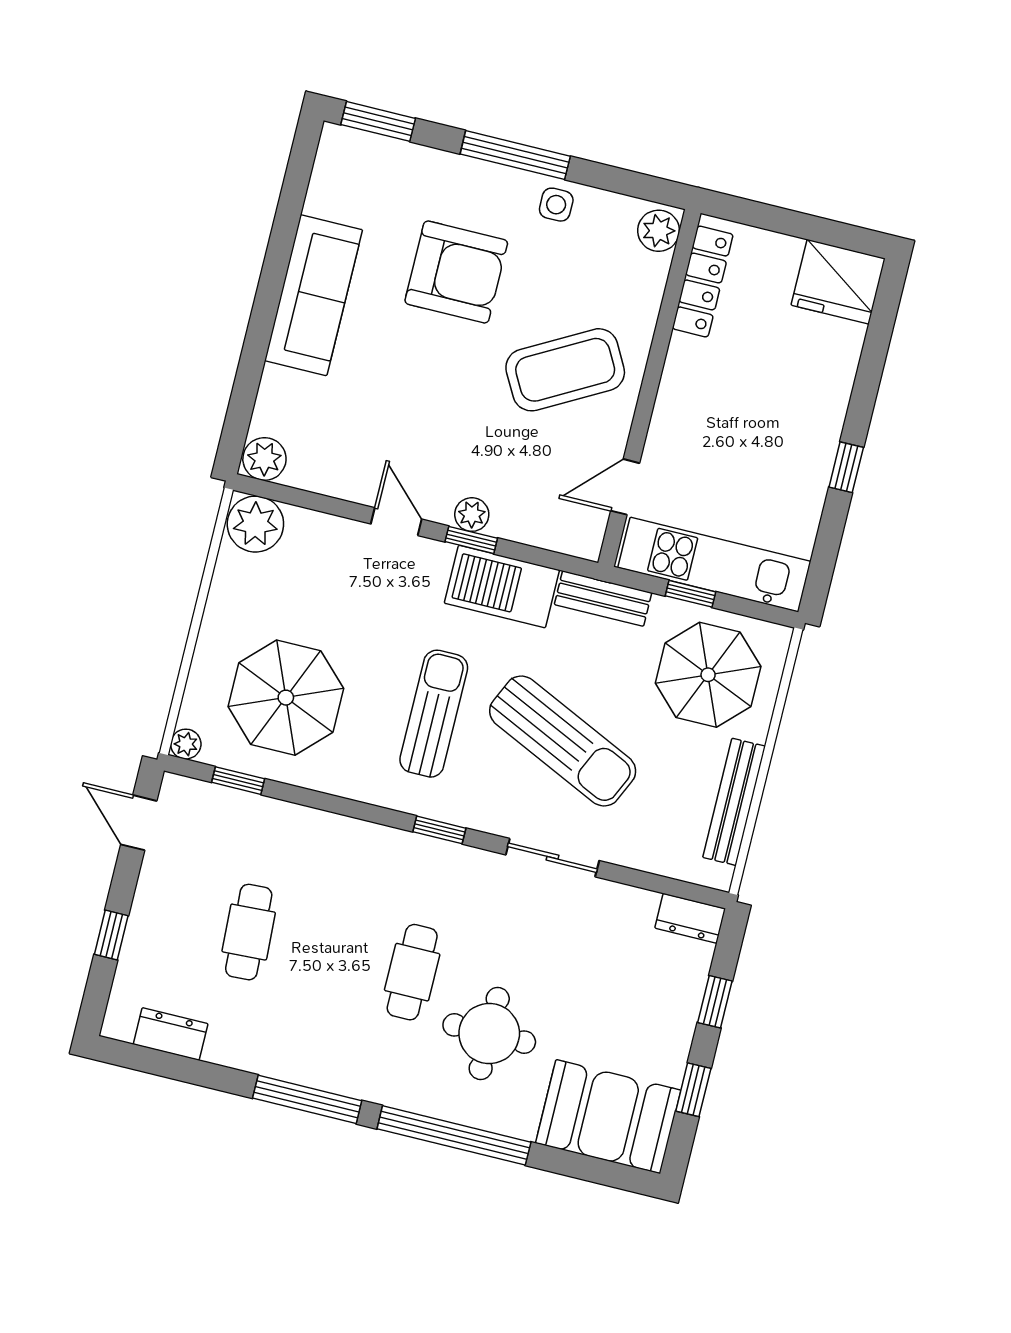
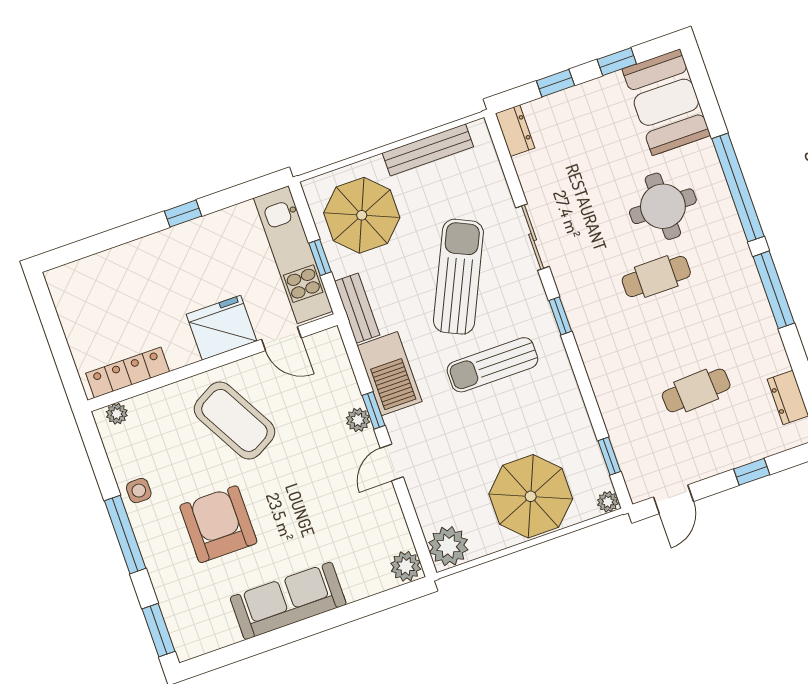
plant: (659, 231) -> (117, 414), width x0.73, depth x0.73
fridge: (838, 282) -> (221, 328), moved, turned -90
parasol: (286, 698) -> (531, 496), moved

